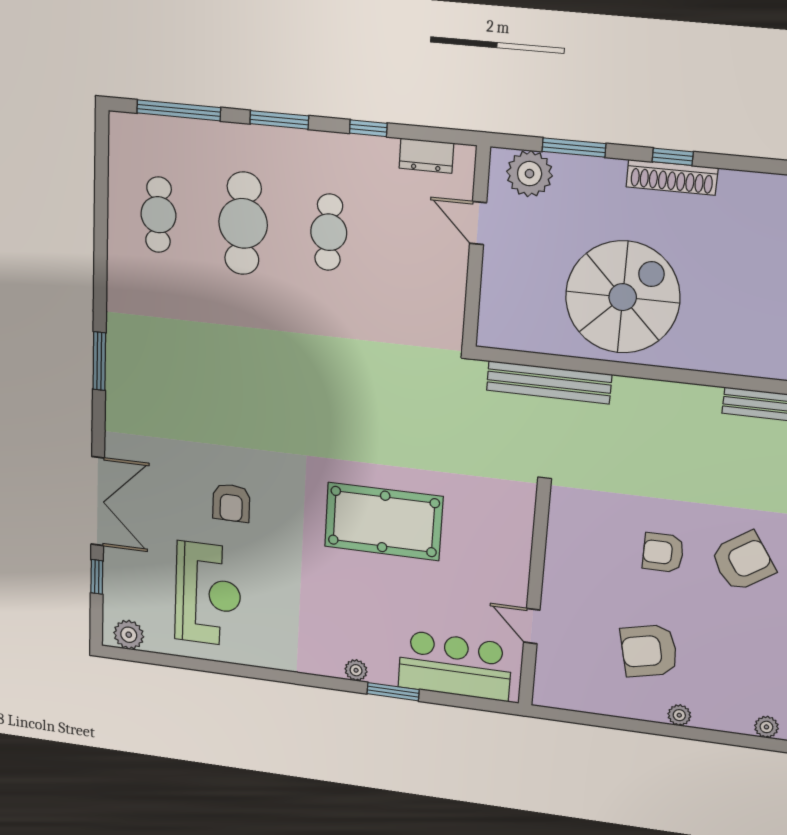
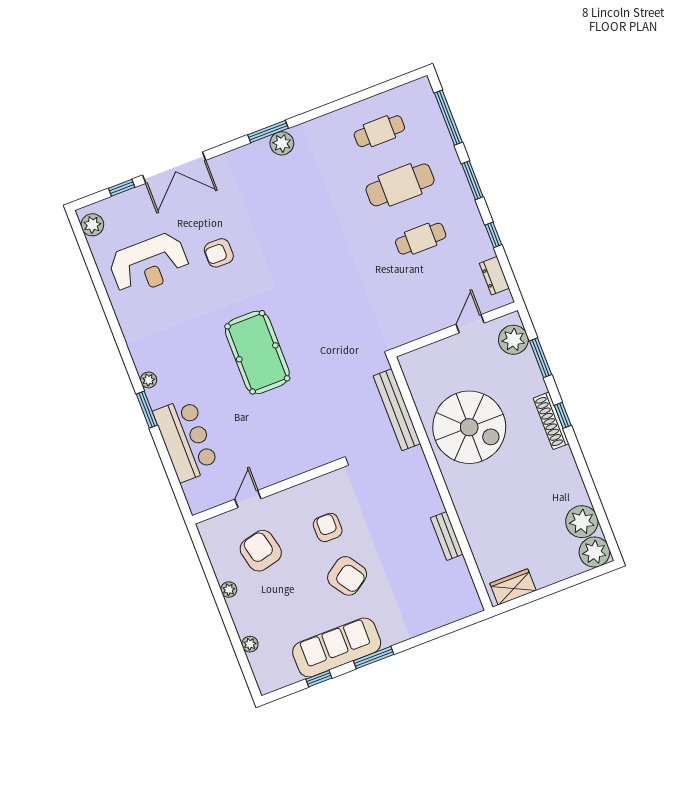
plant: (122, 351) -> (282, 143), added
wall: (534, 599) -> (266, 492), moved
door: (532, 626) -> (248, 499), moved

